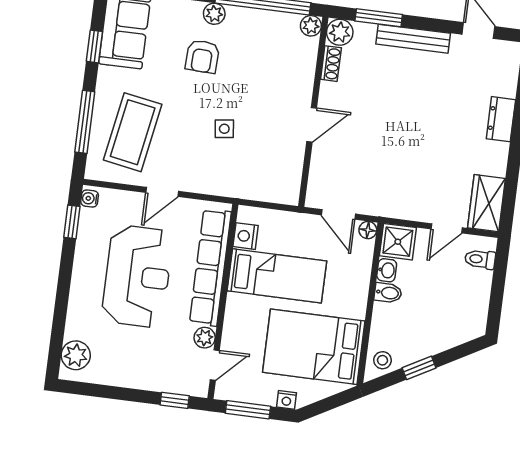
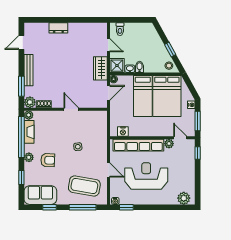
fireplace: (272, 22) -> (29, 132), added
wardrobe: (486, 203) -> (100, 68), moved, turned 90
bed: (277, 276) -> (143, 96), moved, turned 180

